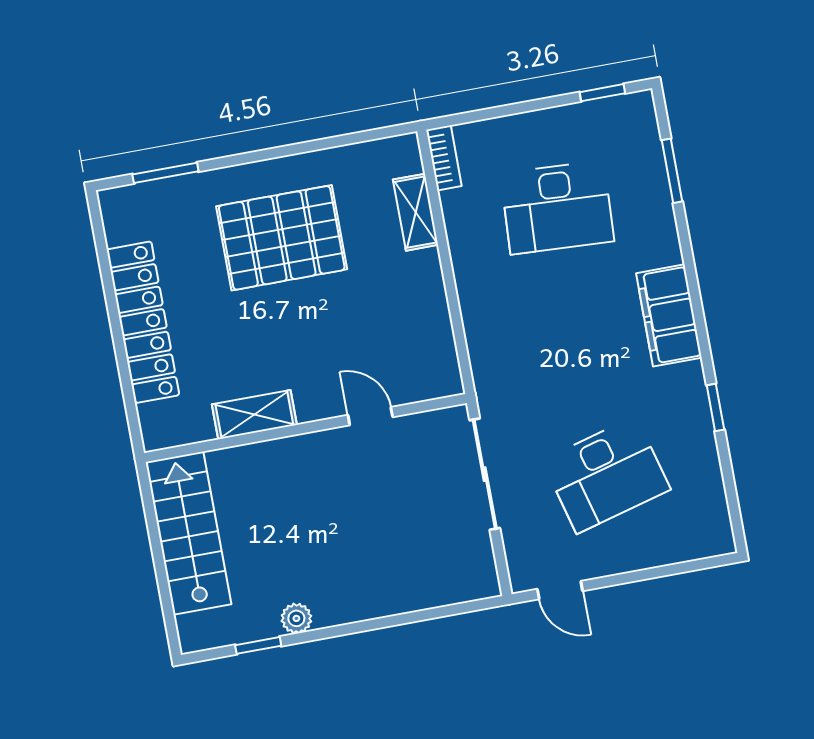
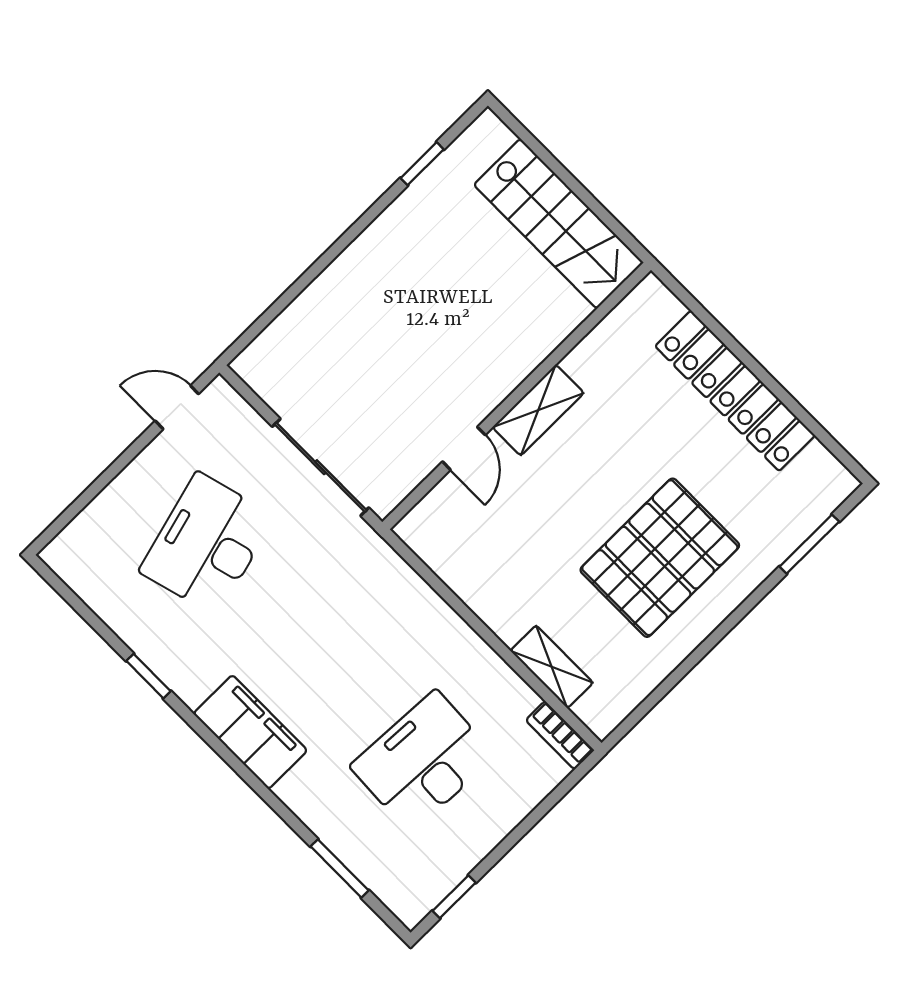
shelving: (254, 415) -> (538, 410), moved
door: (370, 416) -> (464, 448), hinge flipped
plant: (296, 618) -> (404, 213), removed

